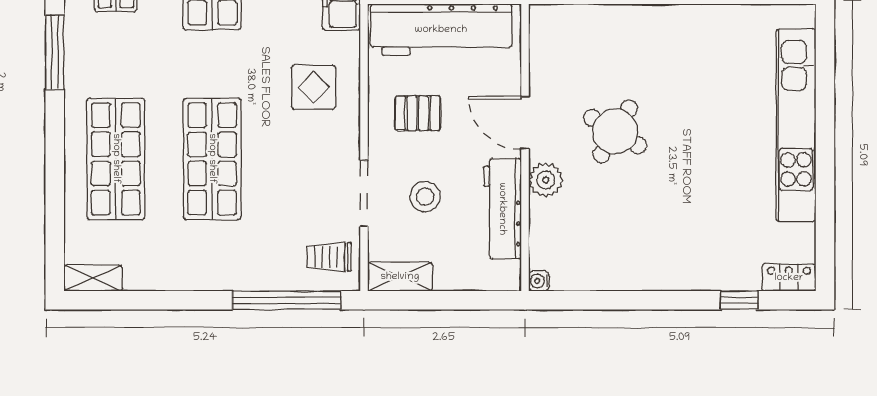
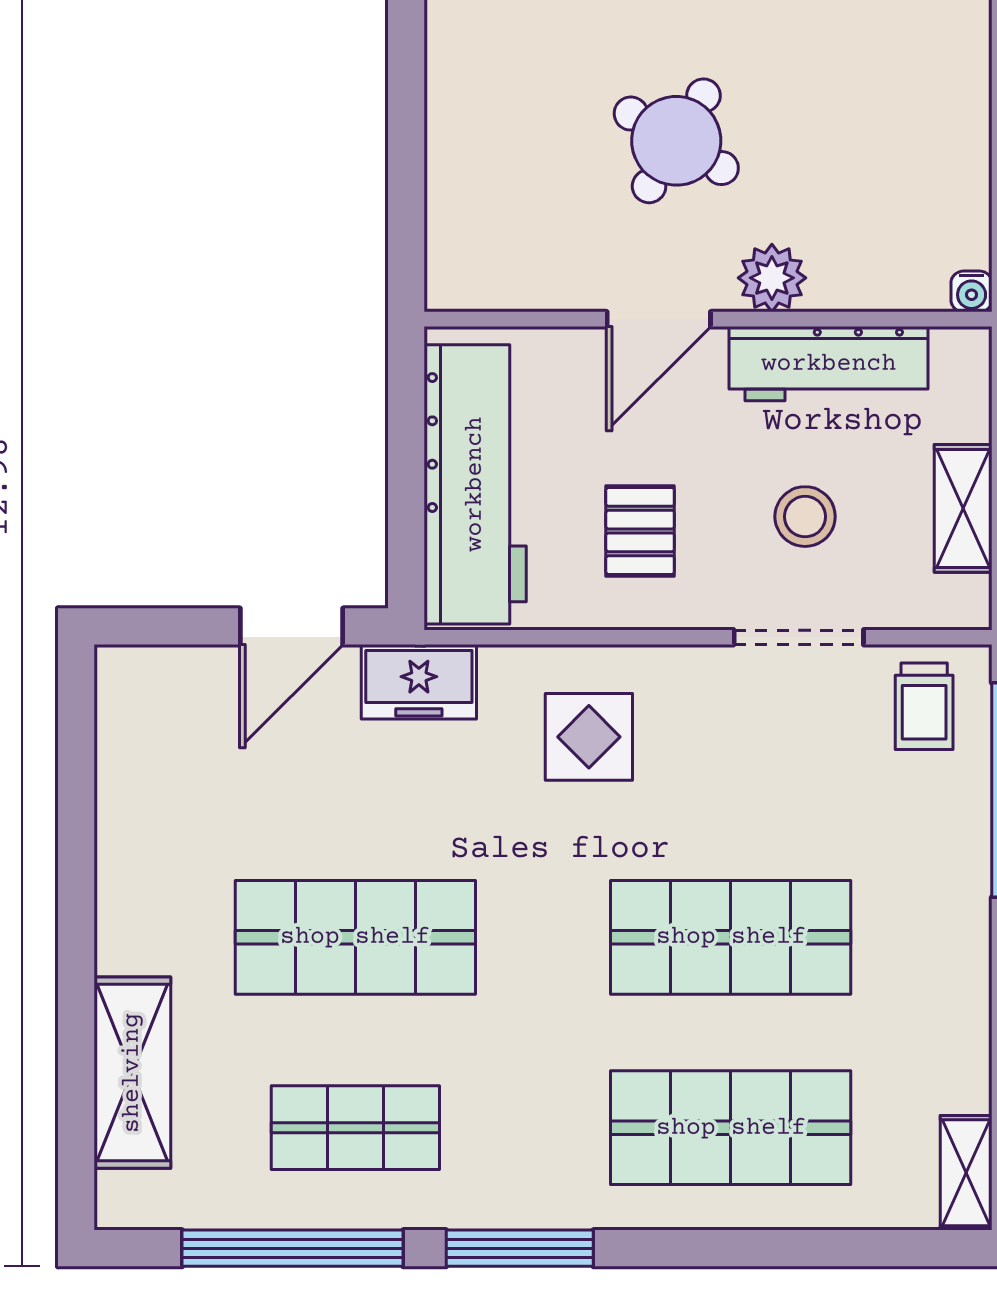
shelving: (400, 277) -> (963, 508), moved

